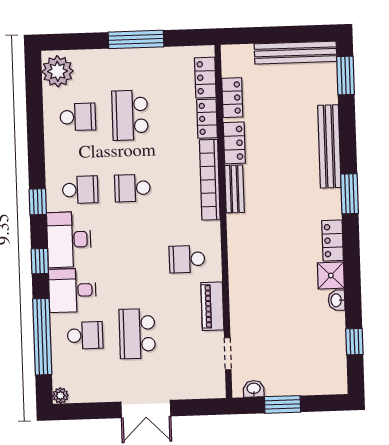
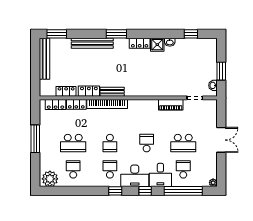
school desk: (187, 259) -> (147, 143), moved, turned 180

